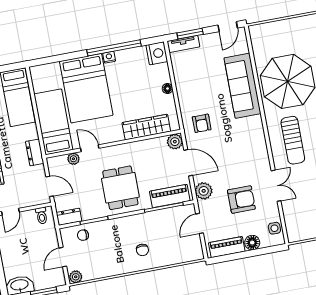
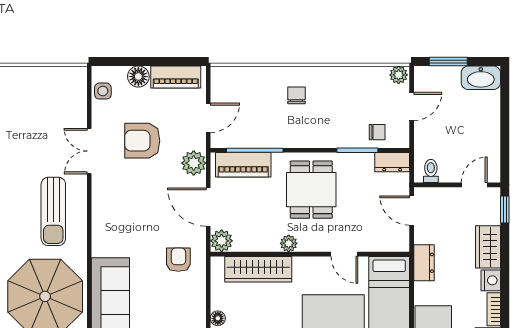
sun lounger: (293, 140) -> (53, 211), turned 180
plant: (73, 159) -> (289, 243), moved

